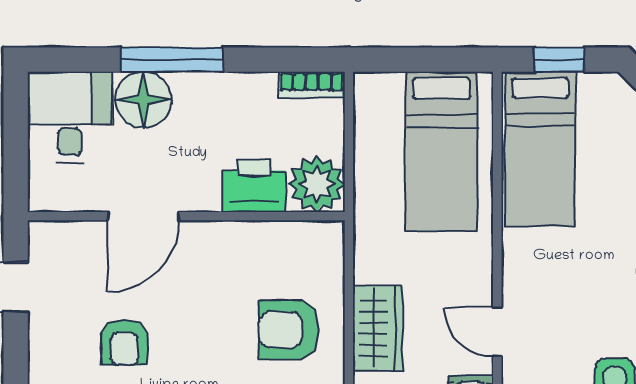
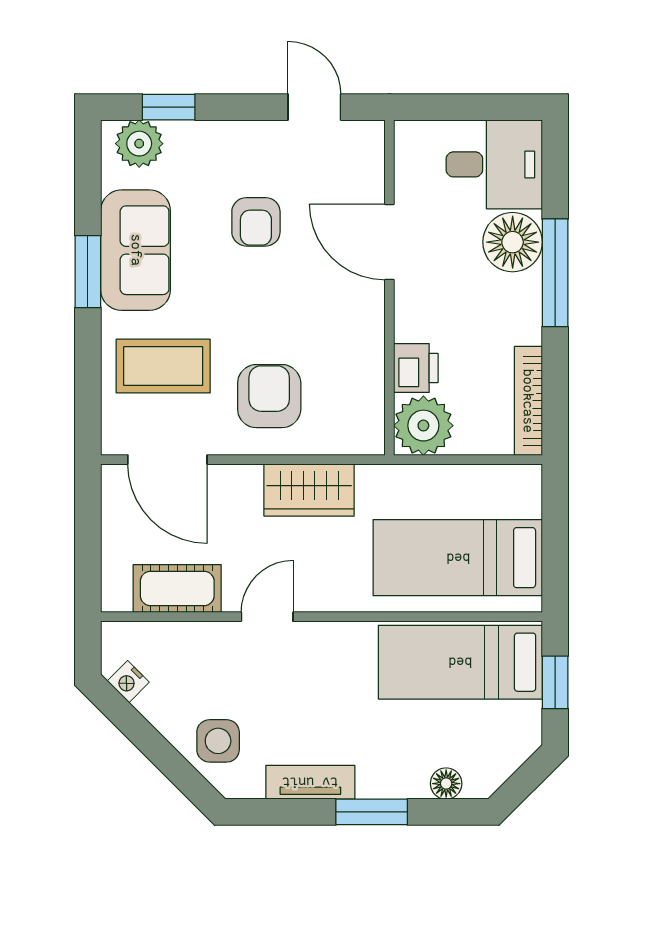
bookcase: (312, 85) -> (528, 401), width x1.56
printer: (254, 186) -> (416, 368), width x0.73, depth x0.81
wardrobe: (378, 328) -> (309, 490), moved
armchair: (124, 342) -> (256, 222), turned -90

